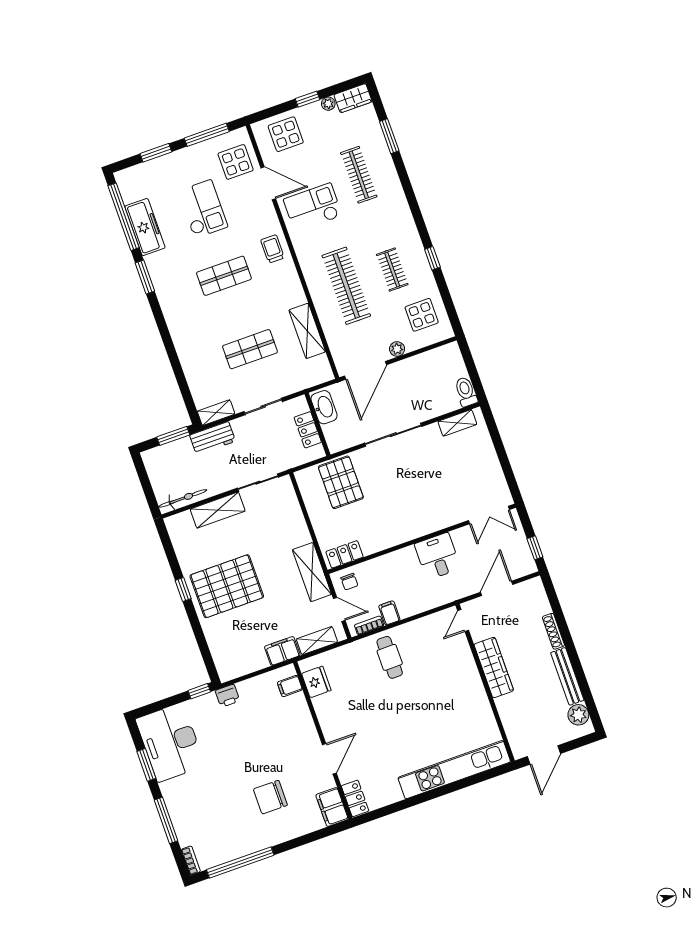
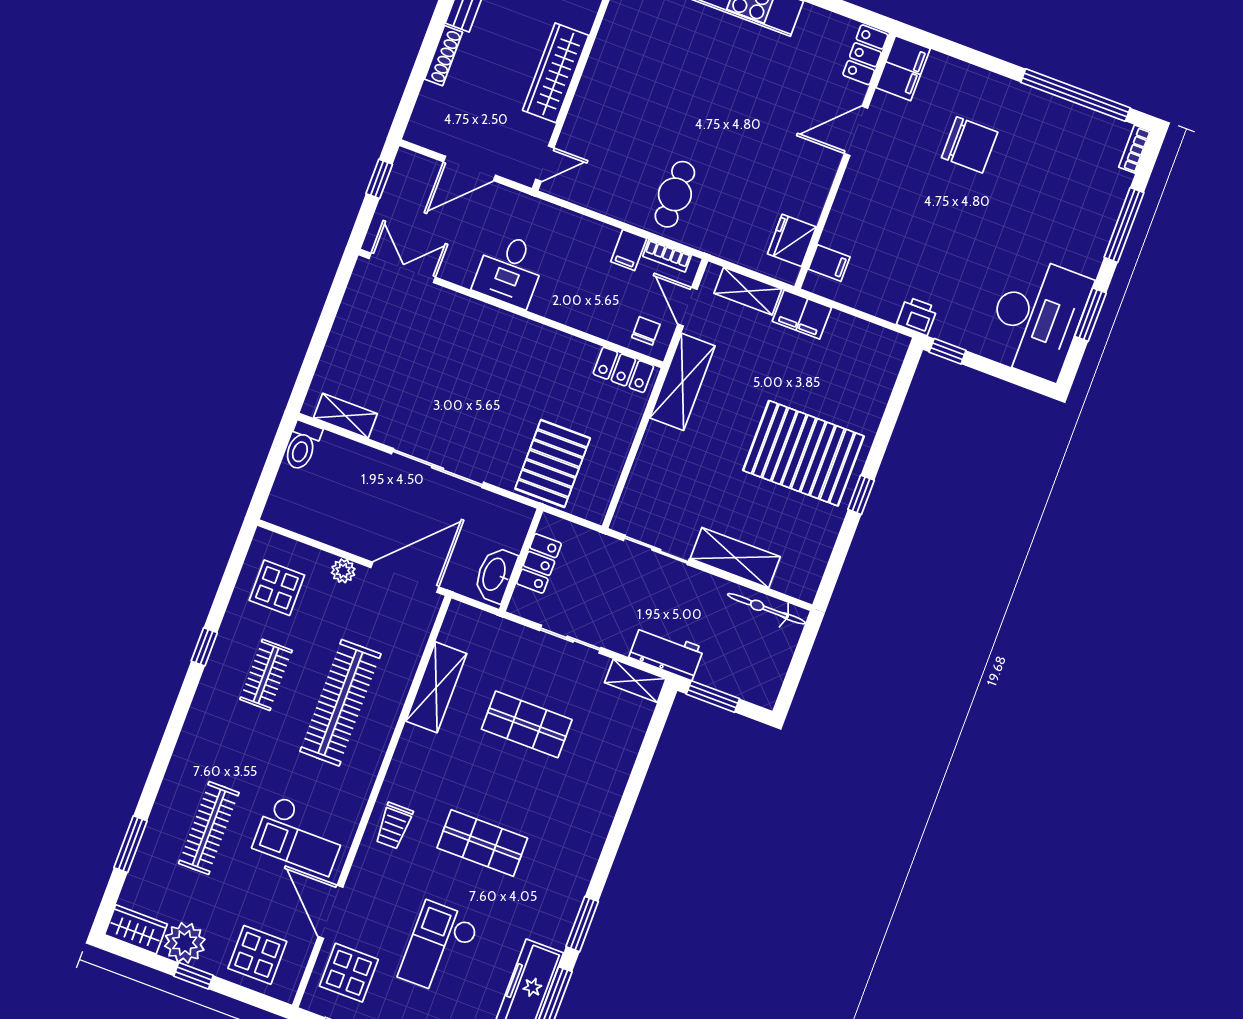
plant: (328, 104) -> (185, 943), width x1.87, depth x1.87

